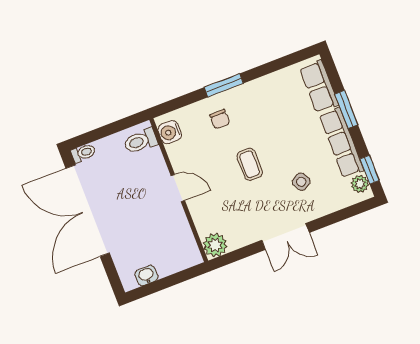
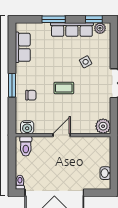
row of seats: (319, 86) -> (23, 47), moved, turned -90

